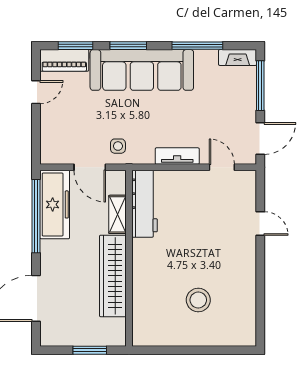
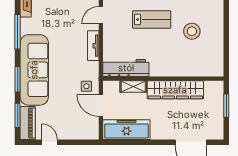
door: (90, 167) -> (101, 106), swing flipped
window: (36, 216) -> (134, 142), removed
lab bench: (215, 241) -> (152, 19), added

